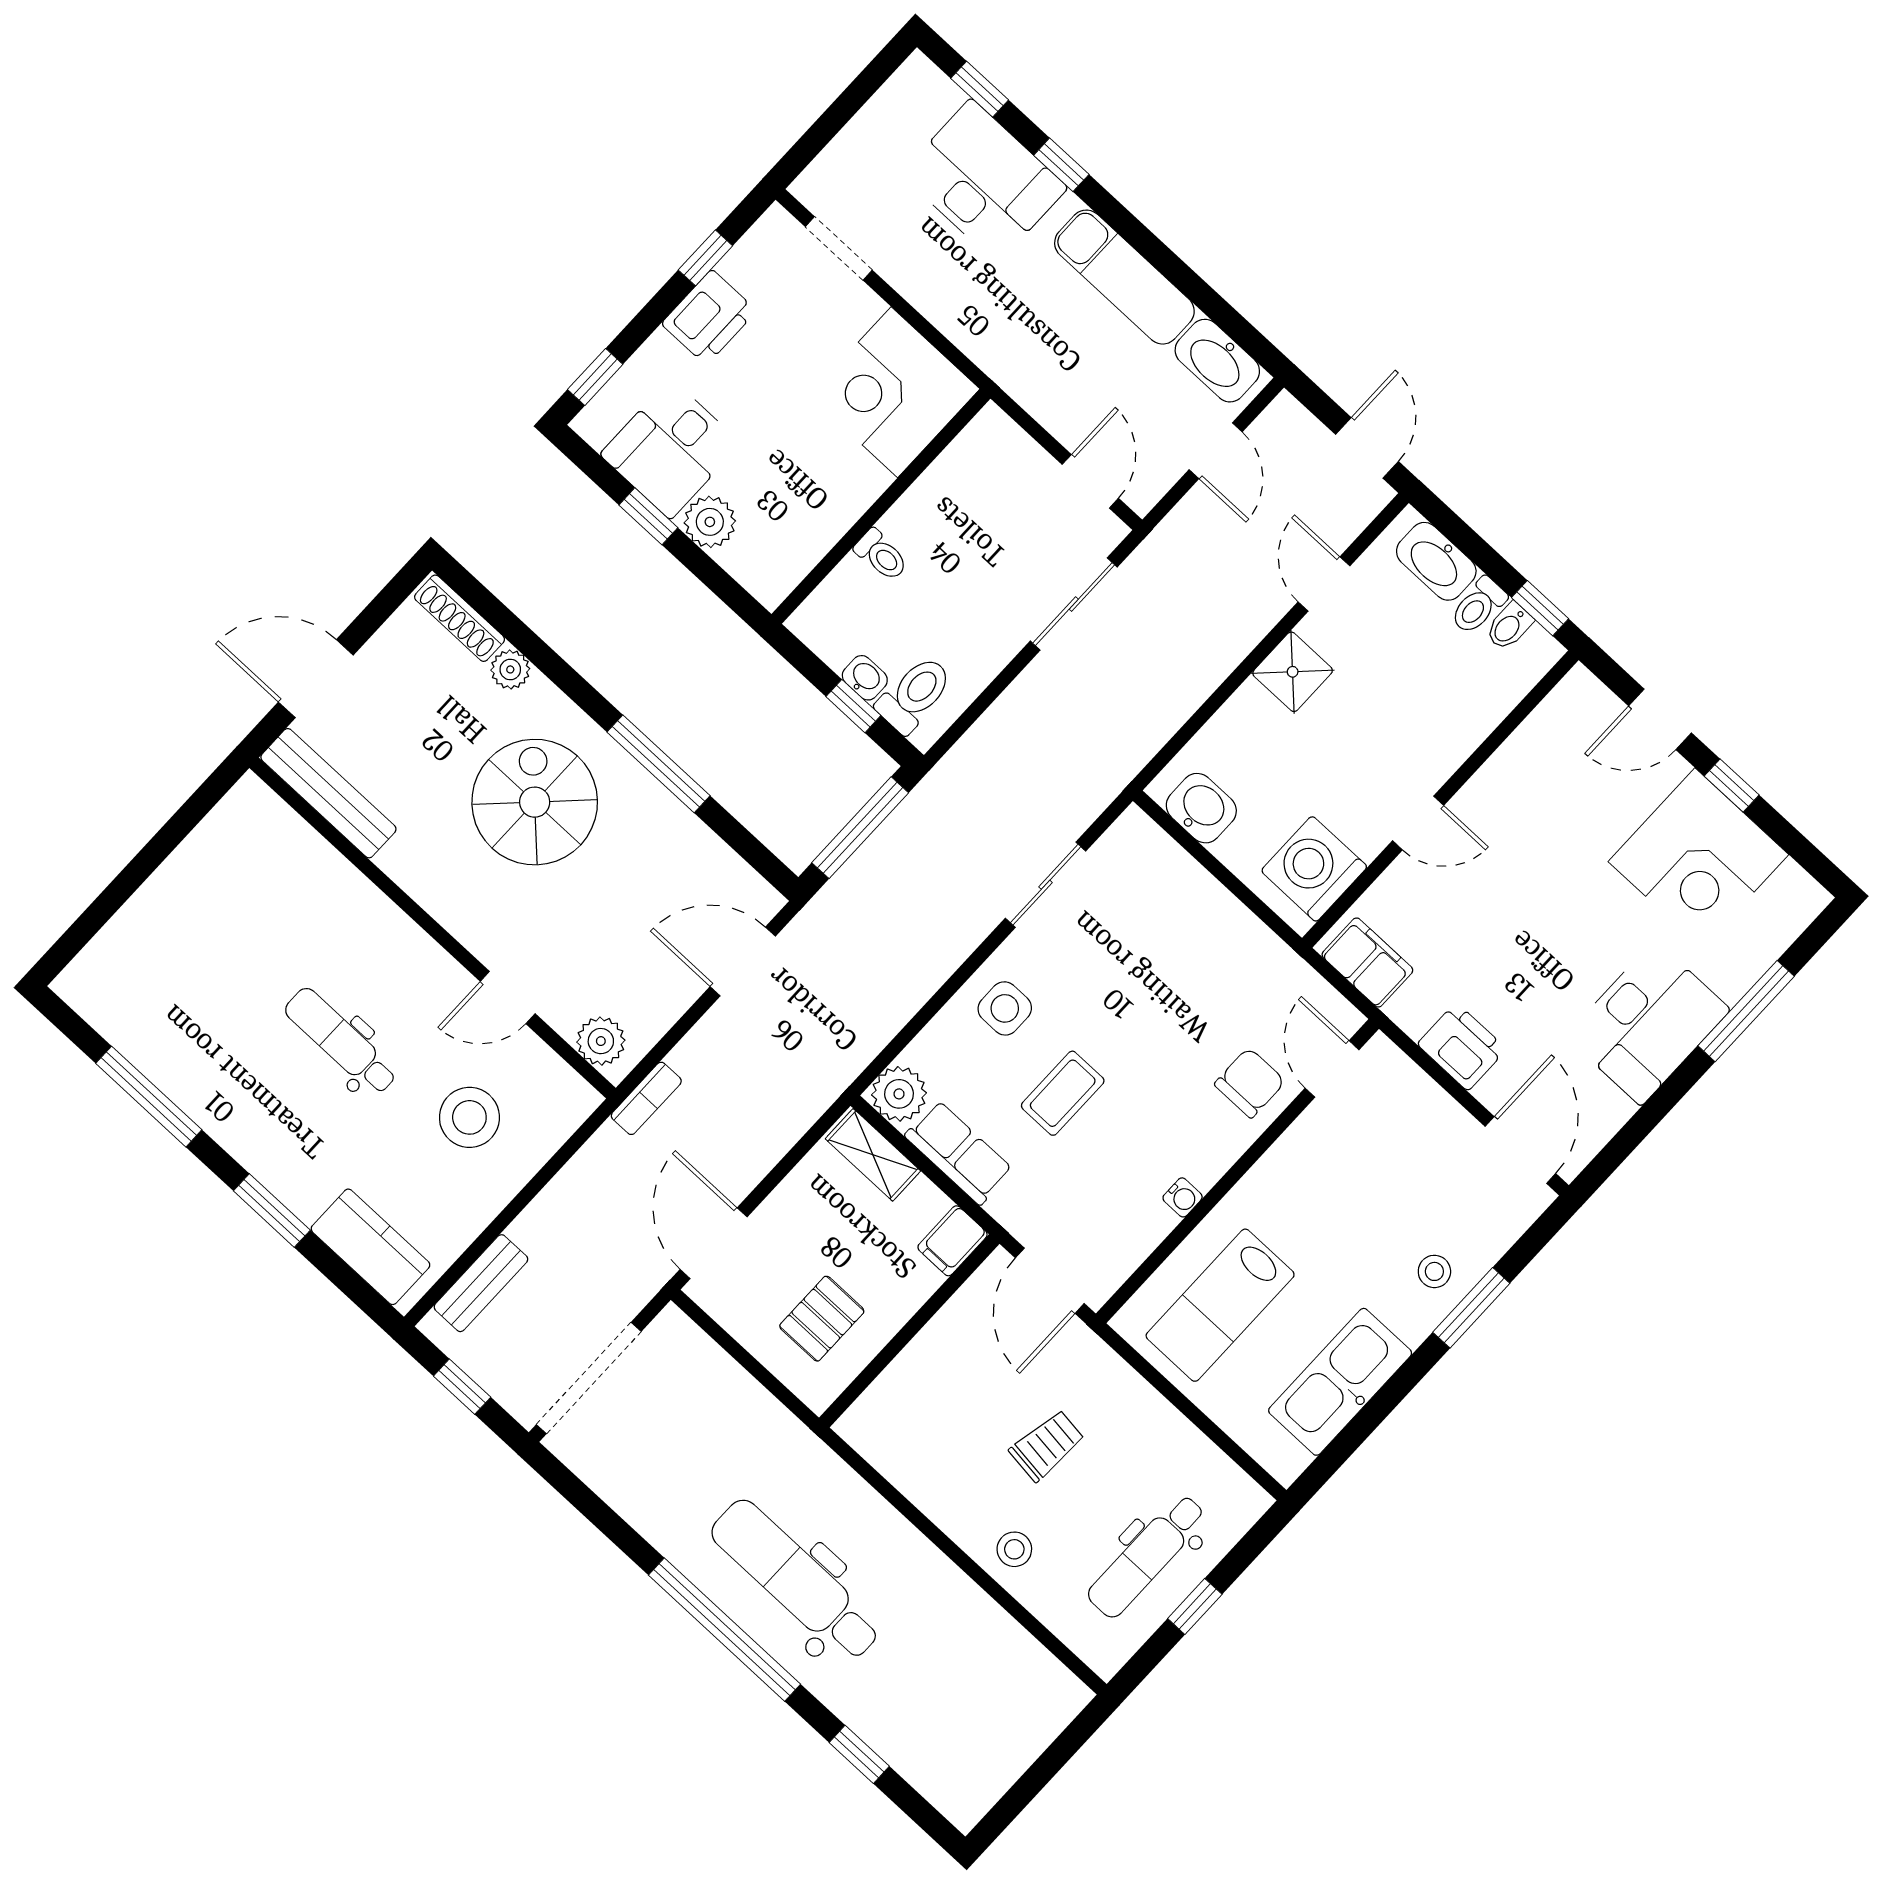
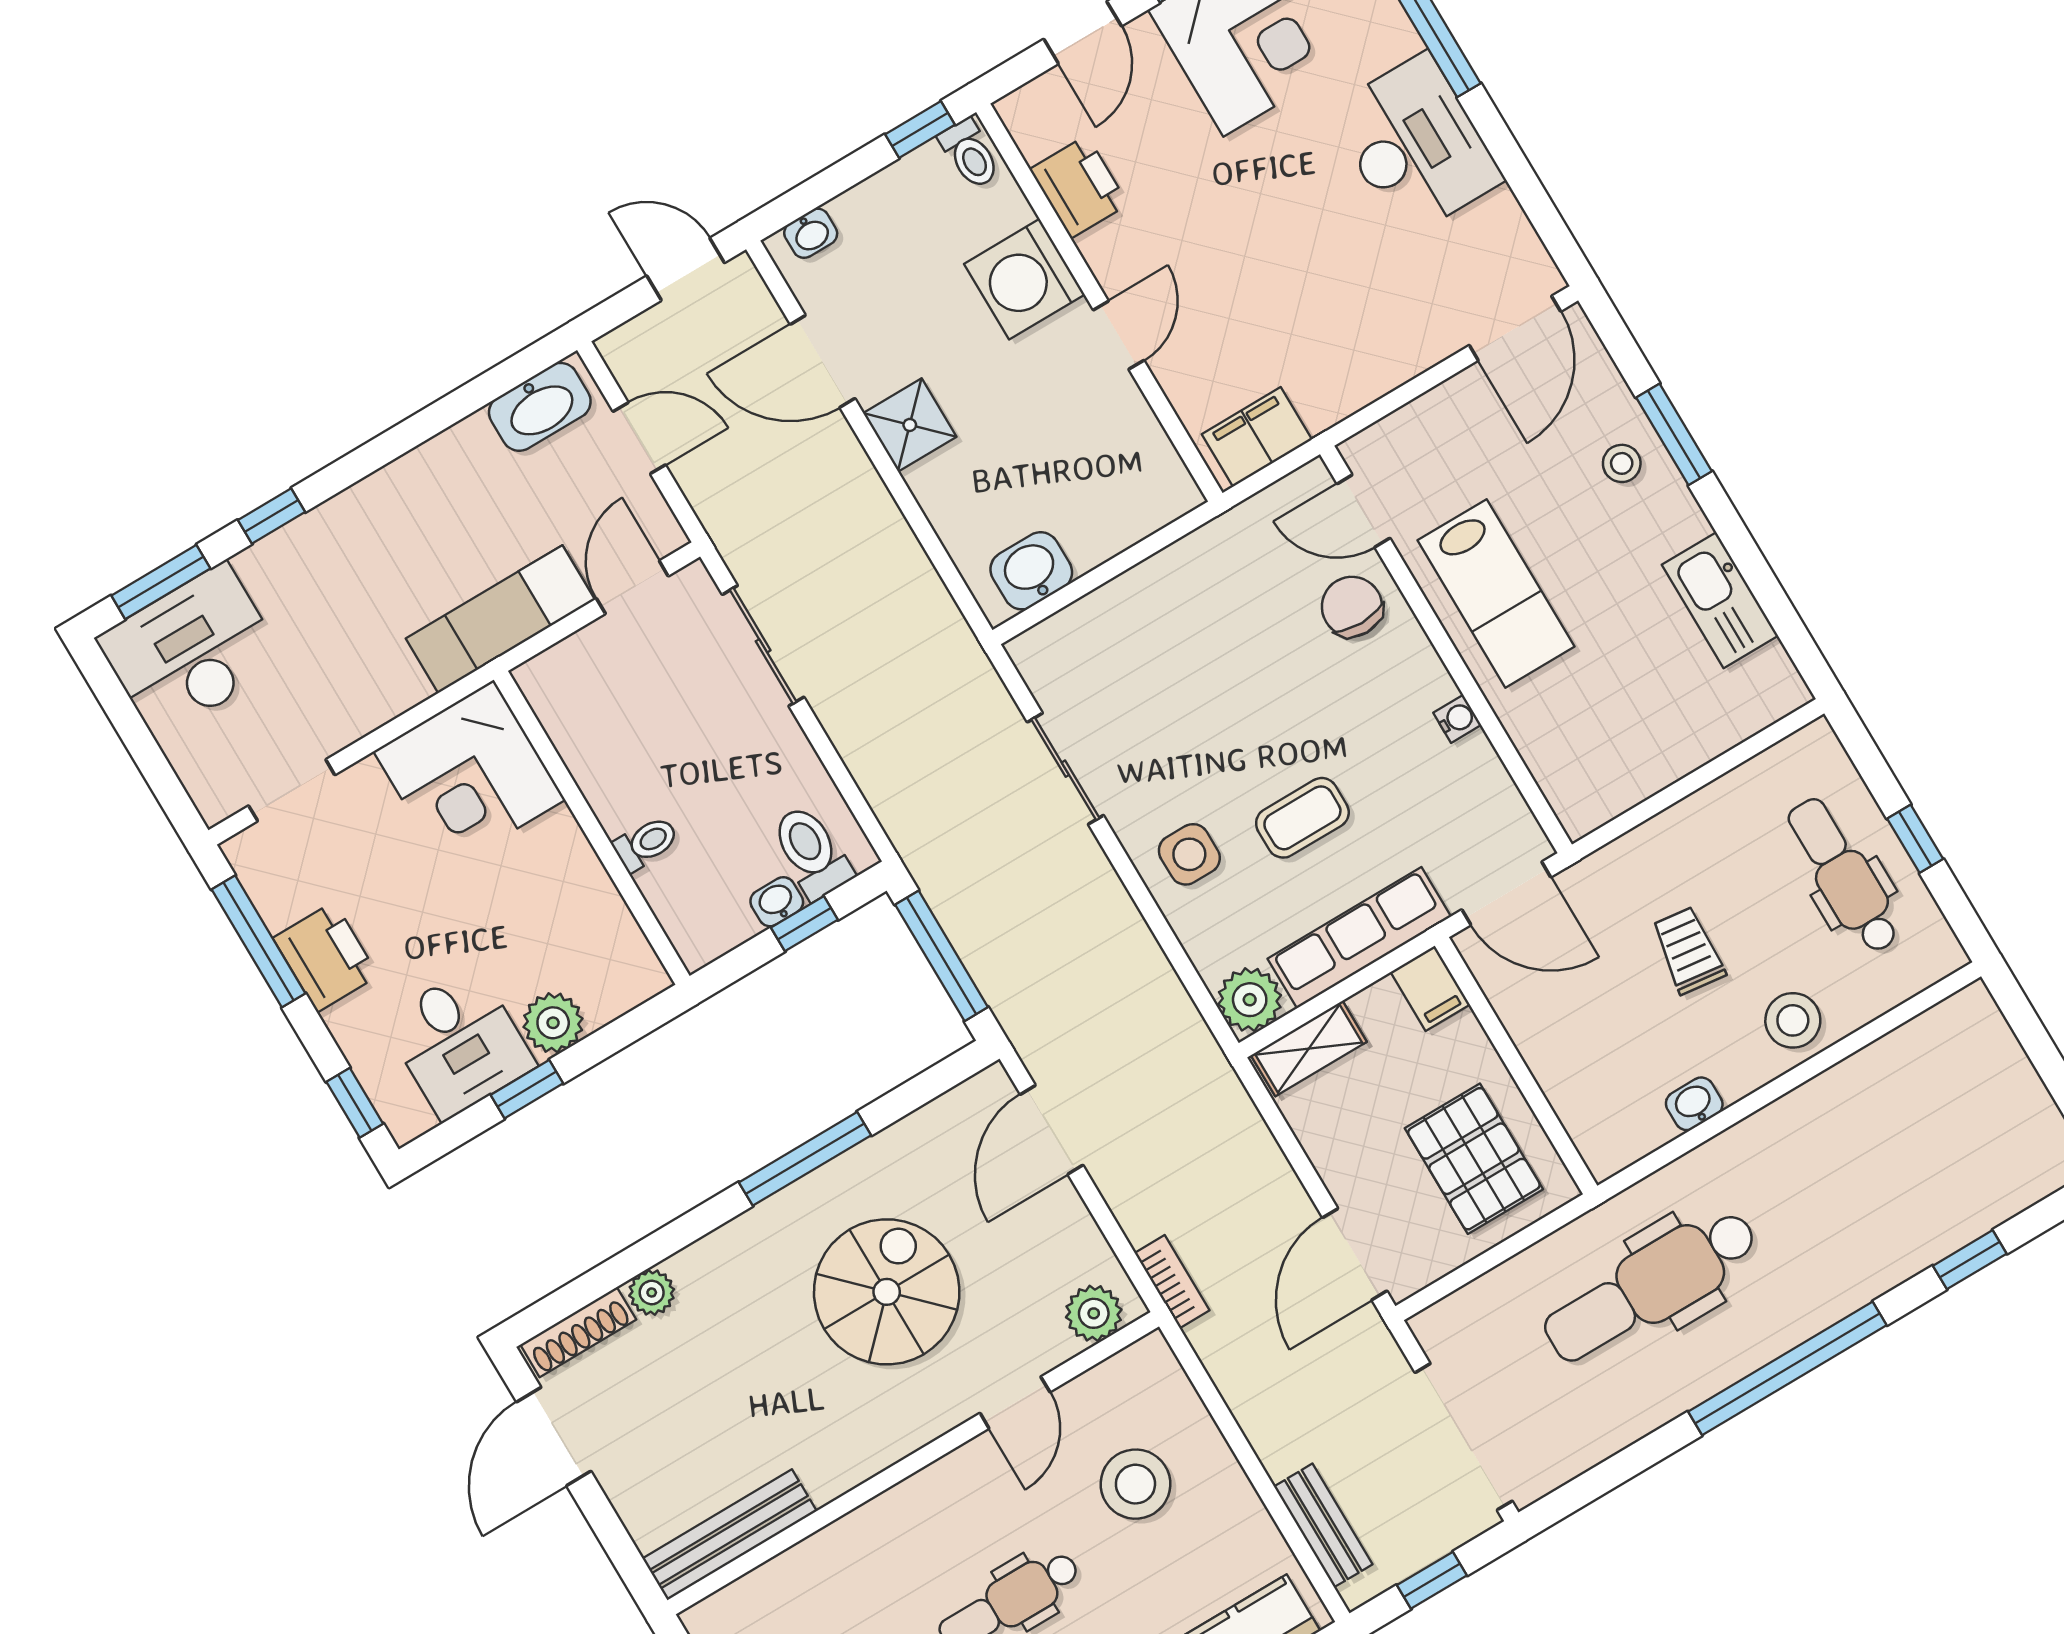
window: (980, 89) -> (161, 582), width x1.50
desk: (984, 181) -> (191, 651), moved
window: (705, 258) -> (259, 941), width x2.17
exam couch: (1124, 277) -> (500, 619), moved, turned 180
door: (1090, 481) -> (632, 587), hinge flipped
washbasin: (1436, 561) -> (811, 233), width x0.52, depth x0.69
door: (1324, 584) -> (823, 361), width x1.38
toilet: (1478, 606) -> (970, 154), moved
bidet: (1509, 626) -> (930, 170), removed
door: (316, 679) -> (554, 1437), moved
spiral stairs: (535, 802) -> (887, 1292), moved, turned 90
washing machine: (1314, 869) -> (1024, 279), moved
printer: (1462, 1047) -> (1079, 187), moved, turned 90
coffee table: (1063, 1093) -> (1302, 818), turned 90
door: (1520, 1150) -> (1515, 328), swing flipped
row of seats: (959, 1153) -> (1359, 938), width x1.48
door: (714, 1243) -> (1355, 1254), hinge flipped
lab bench: (1220, 1305) -> (1496, 593), moved
pallet: (822, 1319) -> (1474, 1159), width x1.50, depth x1.42
kitchen sink: (1340, 1382) -> (1720, 600), width x0.73, depth x0.81
washbasin: (921, 1488) -> (1694, 1104), added
stool: (1014, 1549) -> (1793, 1020), width x1.37, depth x1.37
dental chair: (1147, 1556) -> (1843, 876), turned 180
dental chair: (796, 1580) -> (1651, 1286), moved

